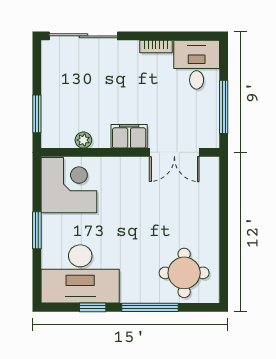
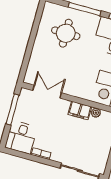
filing cabinet: (129, 136) -> (80, 110), moved
round table: (184, 273) -> (66, 33), moved

